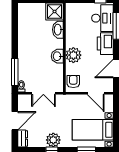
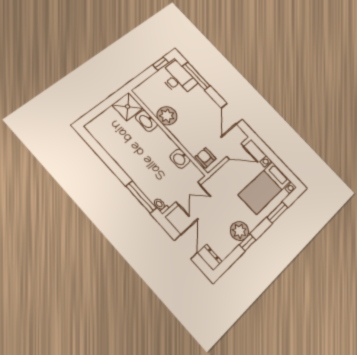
printer: (105, 44) -> (201, 99), removed
plant: (73, 55) -> (167, 116), moved
washbasin: (57, 56) -> (180, 159), moved

